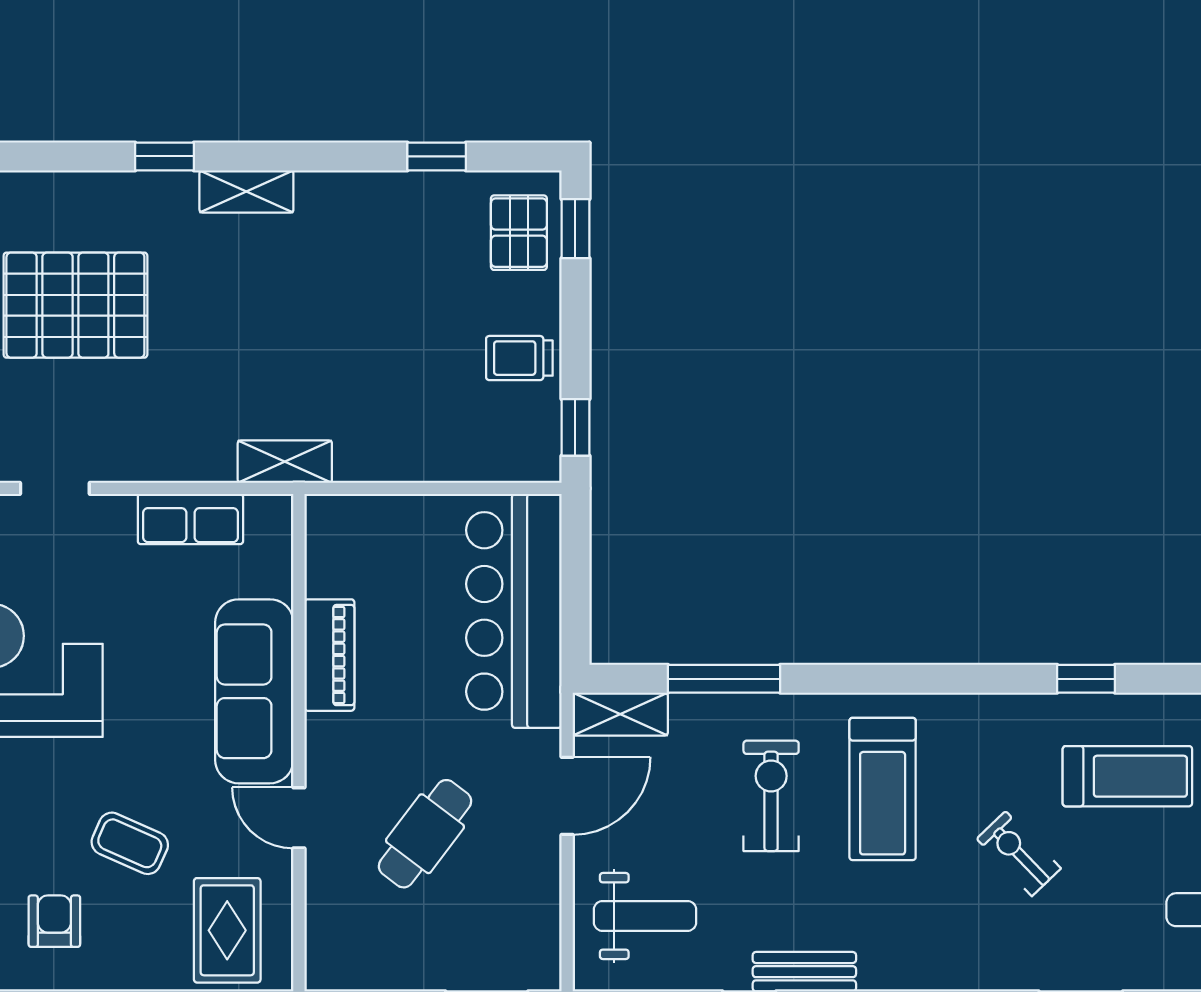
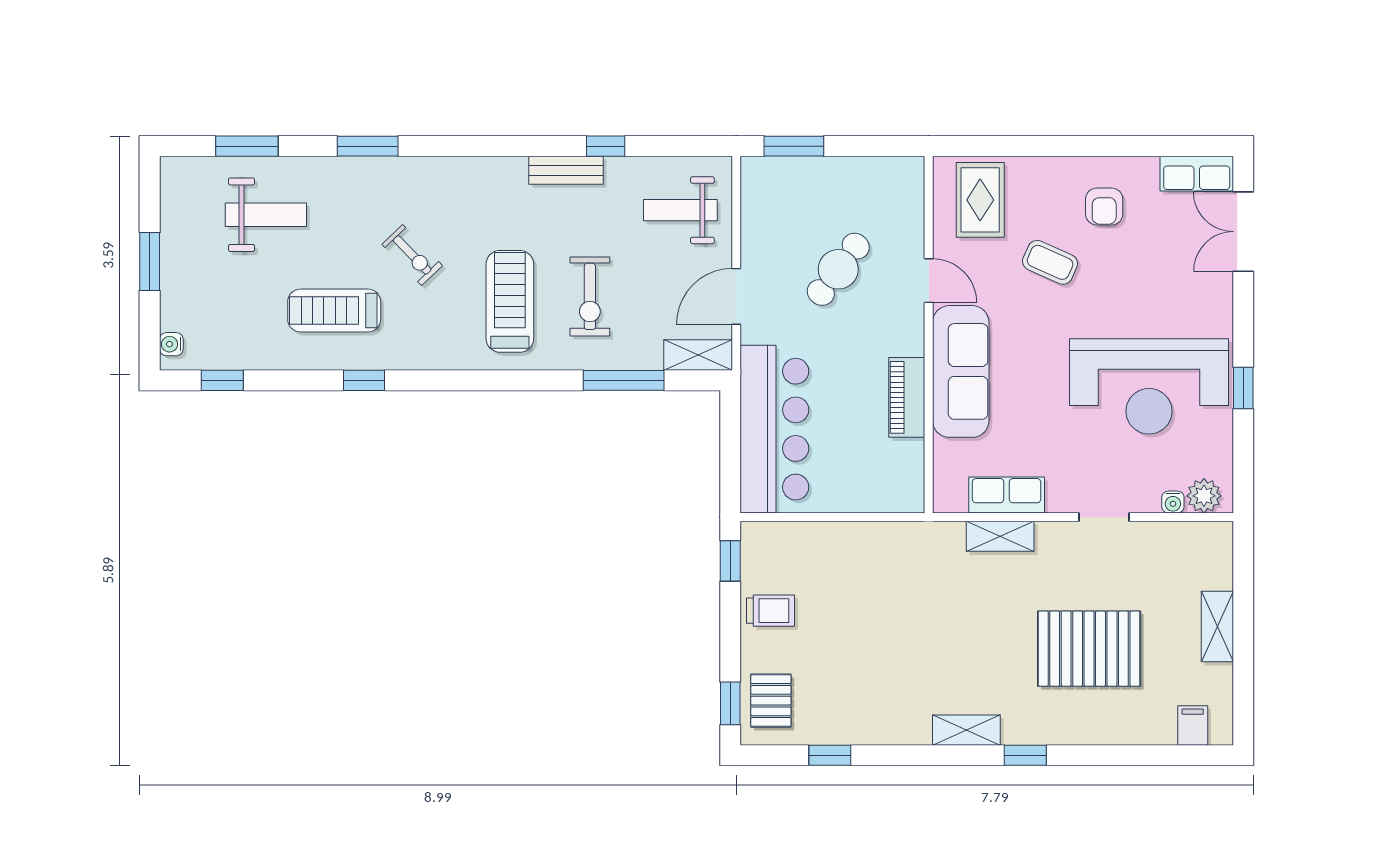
shelving: (285, 462) -> (1000, 536), moved

